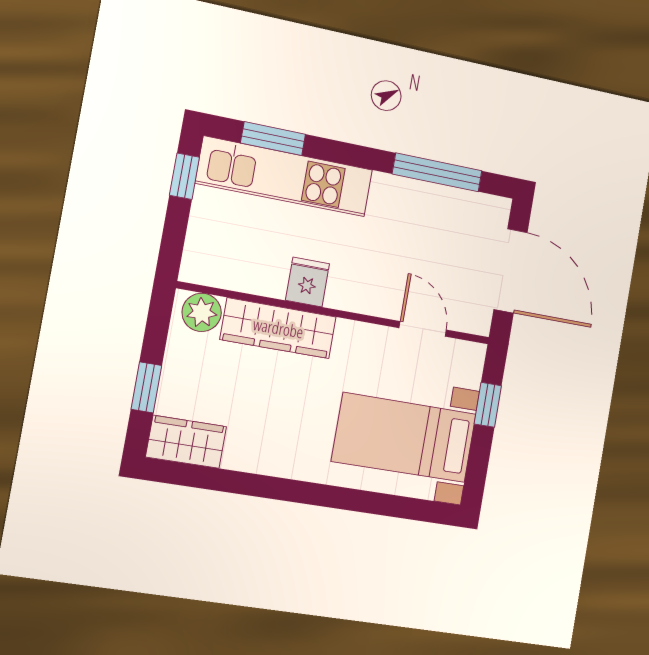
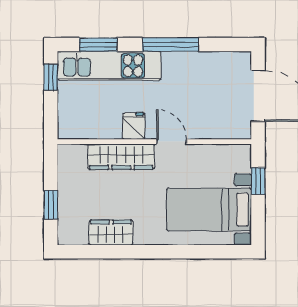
window: (437, 172) -> (171, 45), moved
plant: (202, 312) -> (75, 155), removed
door: (423, 329) -> (171, 142), moved
wardrobe: (186, 442) -> (111, 233), moved

